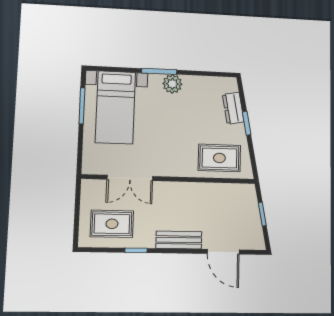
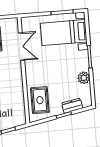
plant: (172, 84) -> (84, 78), moved
double door: (130, 178) -> (21, 47), swing flipped

